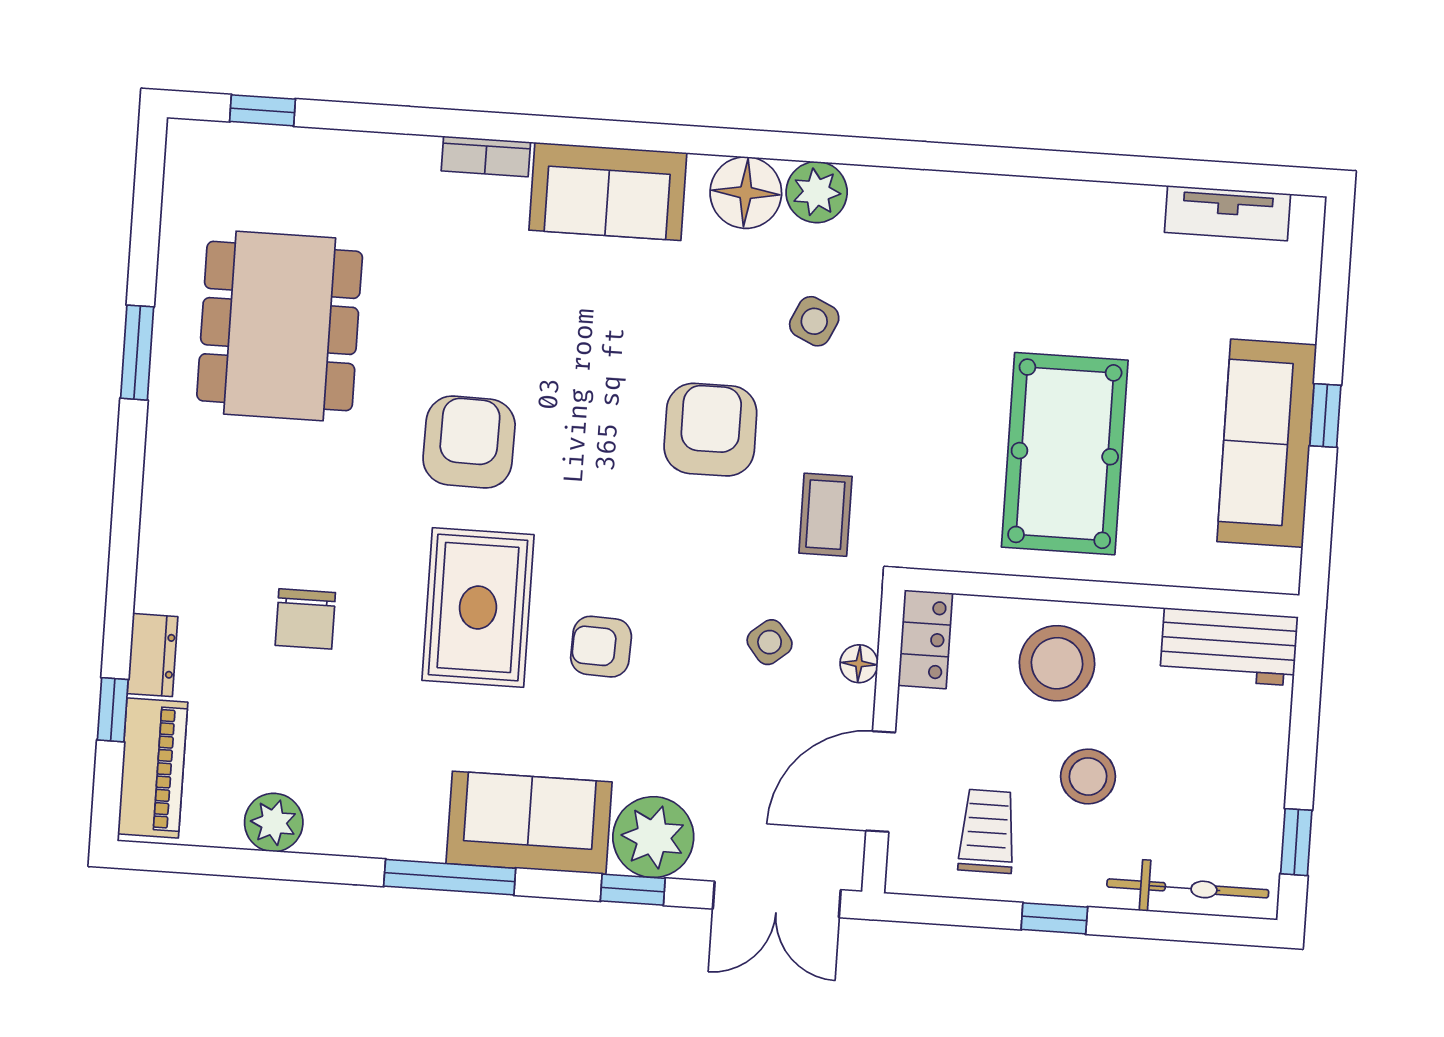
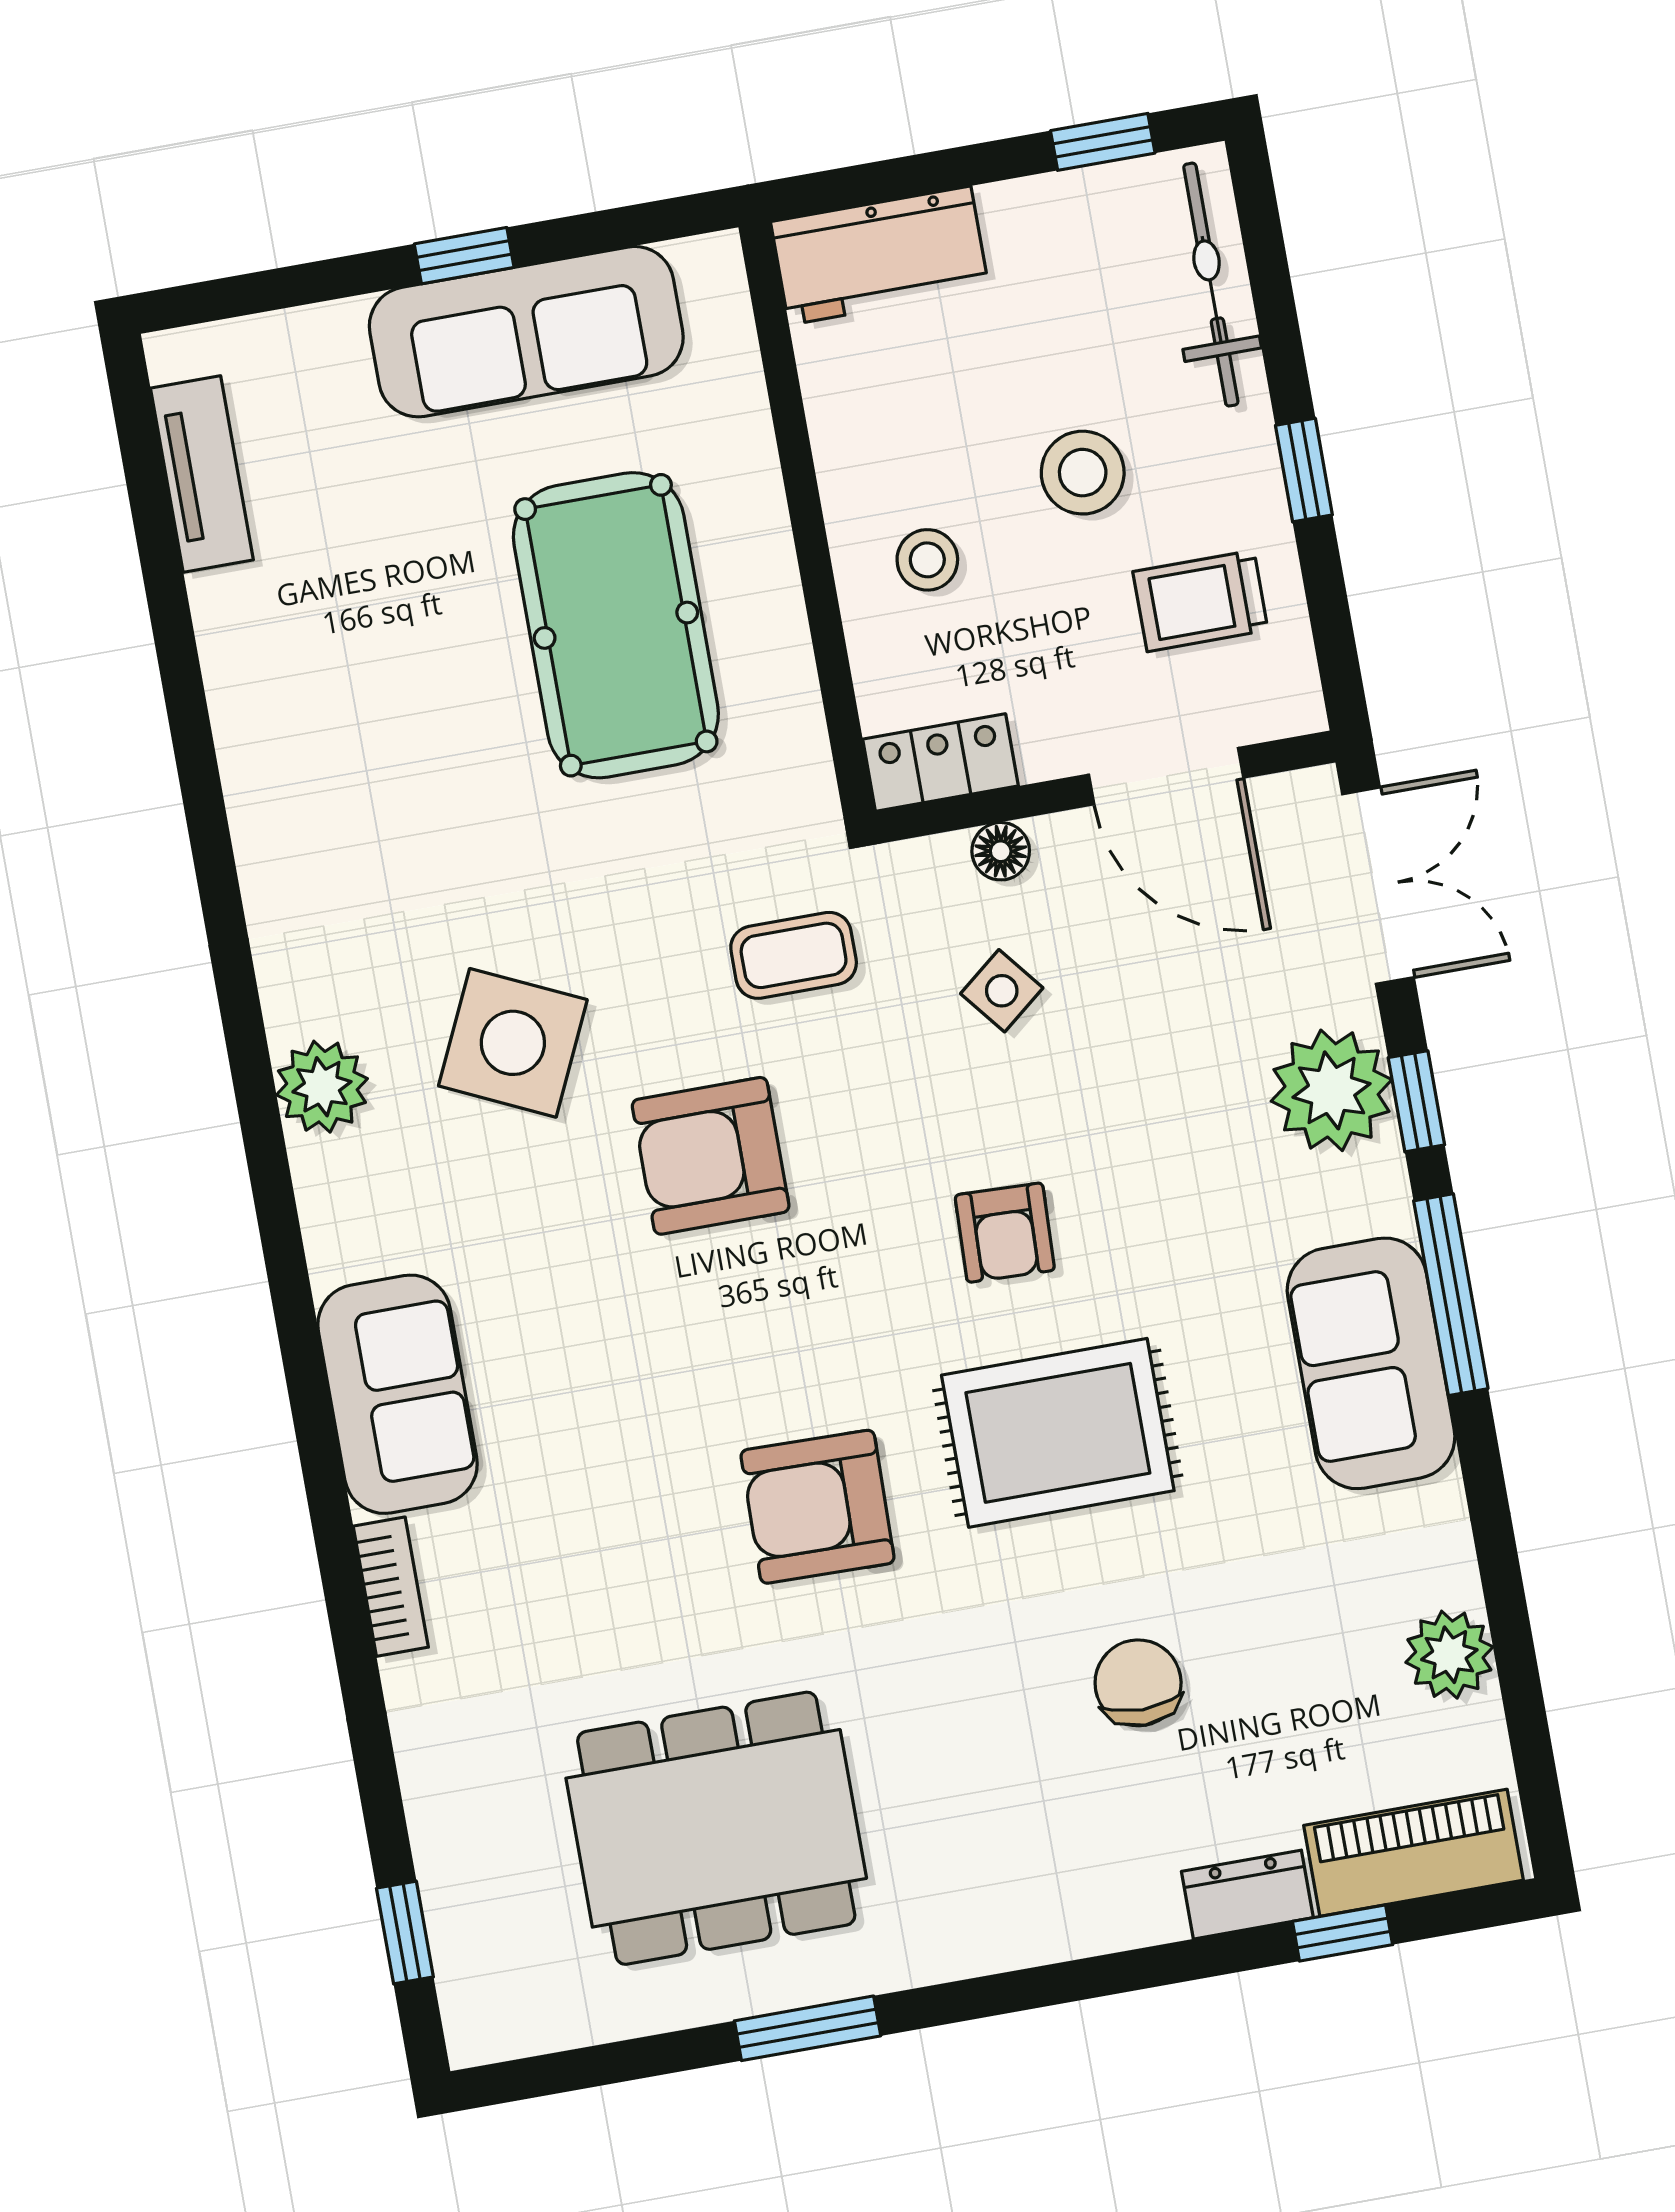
floor lamp: (746, 193) -> (349, 1191), removed
side table: (814, 321) -> (513, 1043), width x1.87, depth x1.87
pool table: (1065, 454) -> (616, 625), turned 90
chair: (305, 619) -> (1138, 1683), turned -90
armchair: (601, 647) -> (1005, 1233), moved
workbench: (1229, 647) -> (880, 256), moved, turned 90
stool: (1057, 663) -> (927, 560), width x0.53, depth x0.53
sofa: (529, 823) -> (1371, 1363), moved
window: (450, 877) -> (1451, 1295), moved

